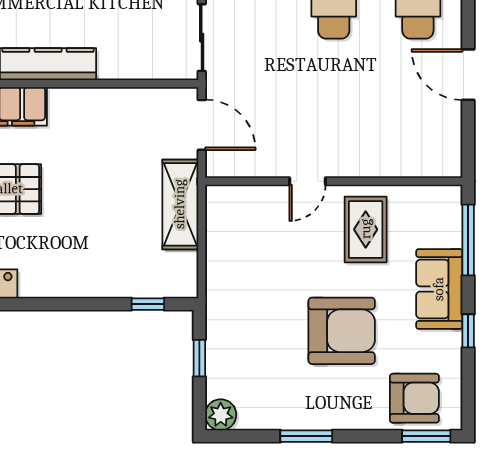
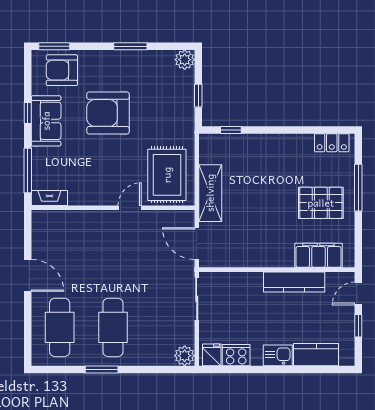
fireplace: (434, 197) -> (49, 198), added
rug: (366, 229) -> (167, 175), moved, width x1.36, depth x1.43
sofa: (439, 289) -> (46, 121), moved

